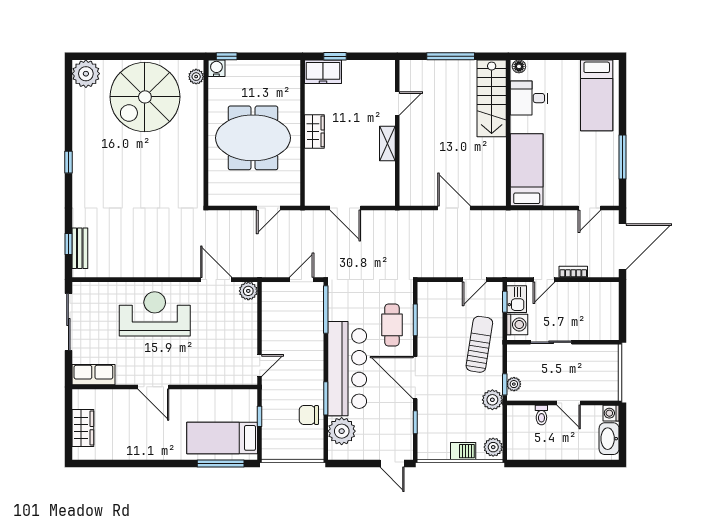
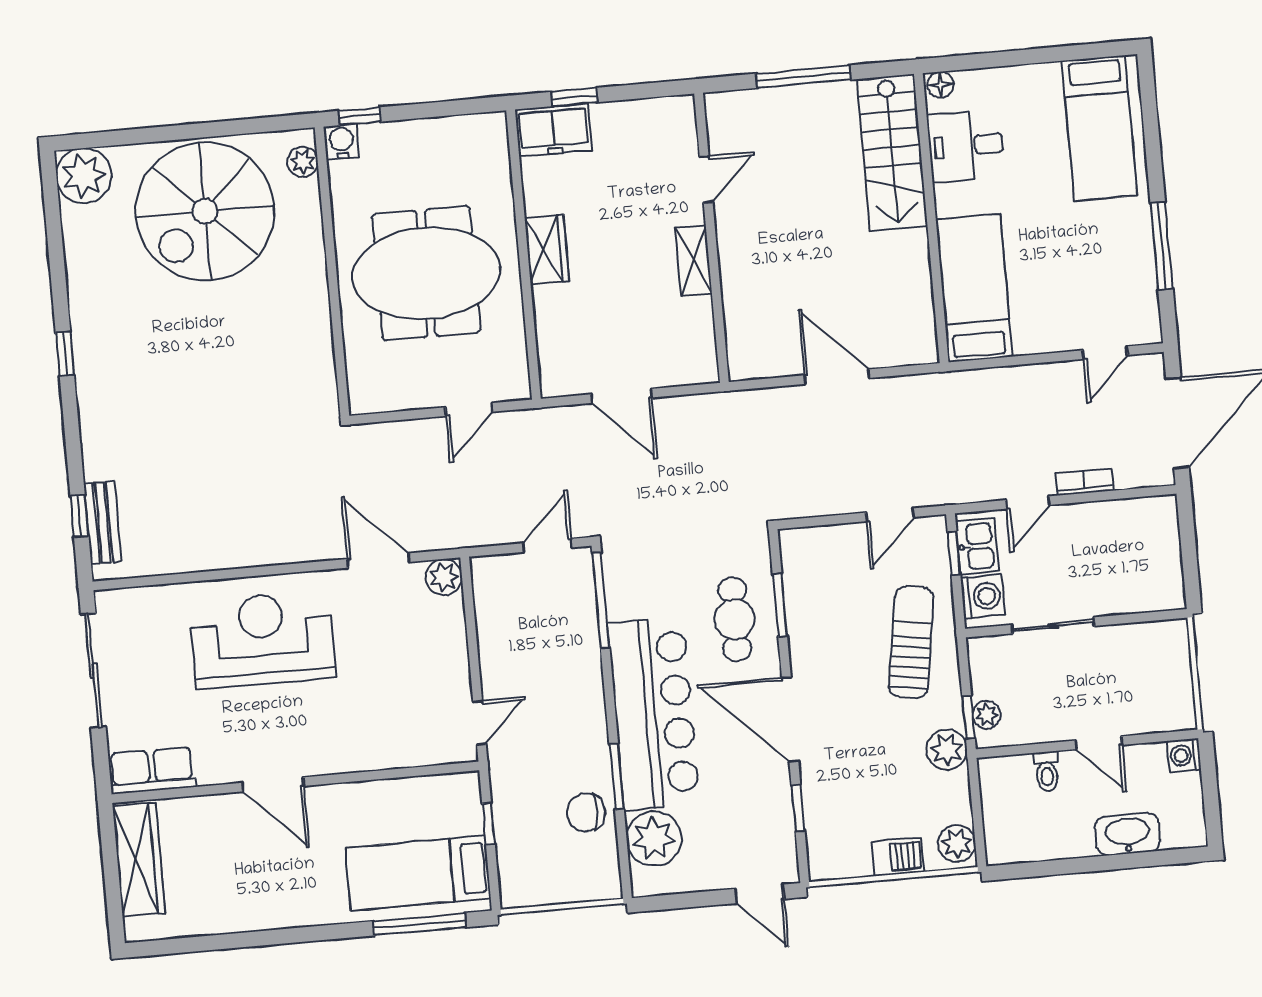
wardrobe: (83, 428) -> (139, 860), width x1.50
washbasin: (609, 439) -> (1127, 834), moved, turned 90

